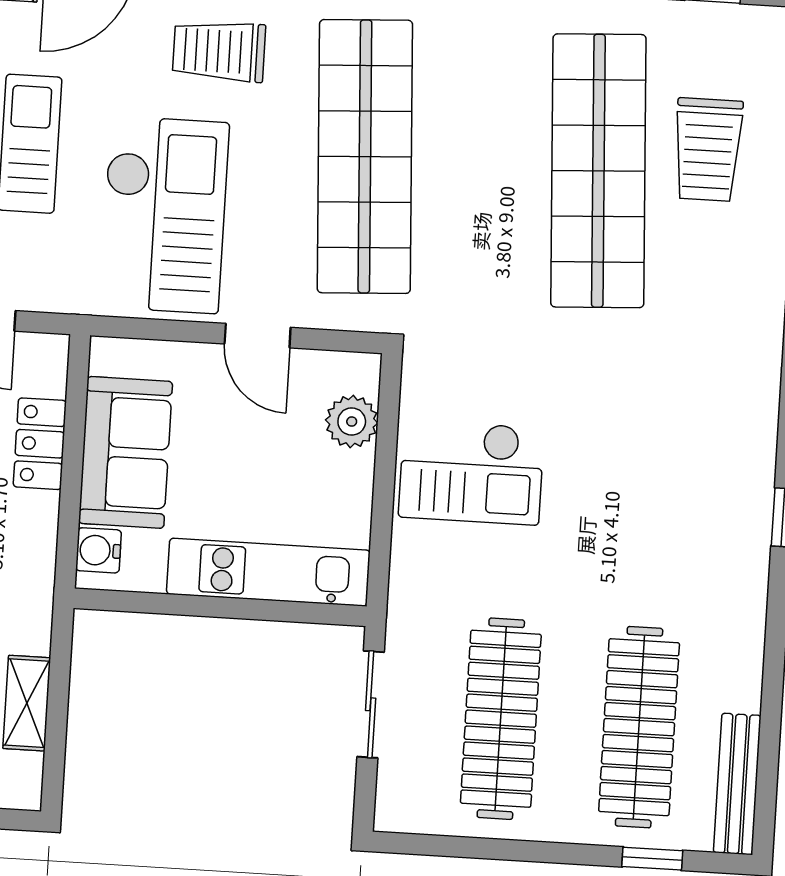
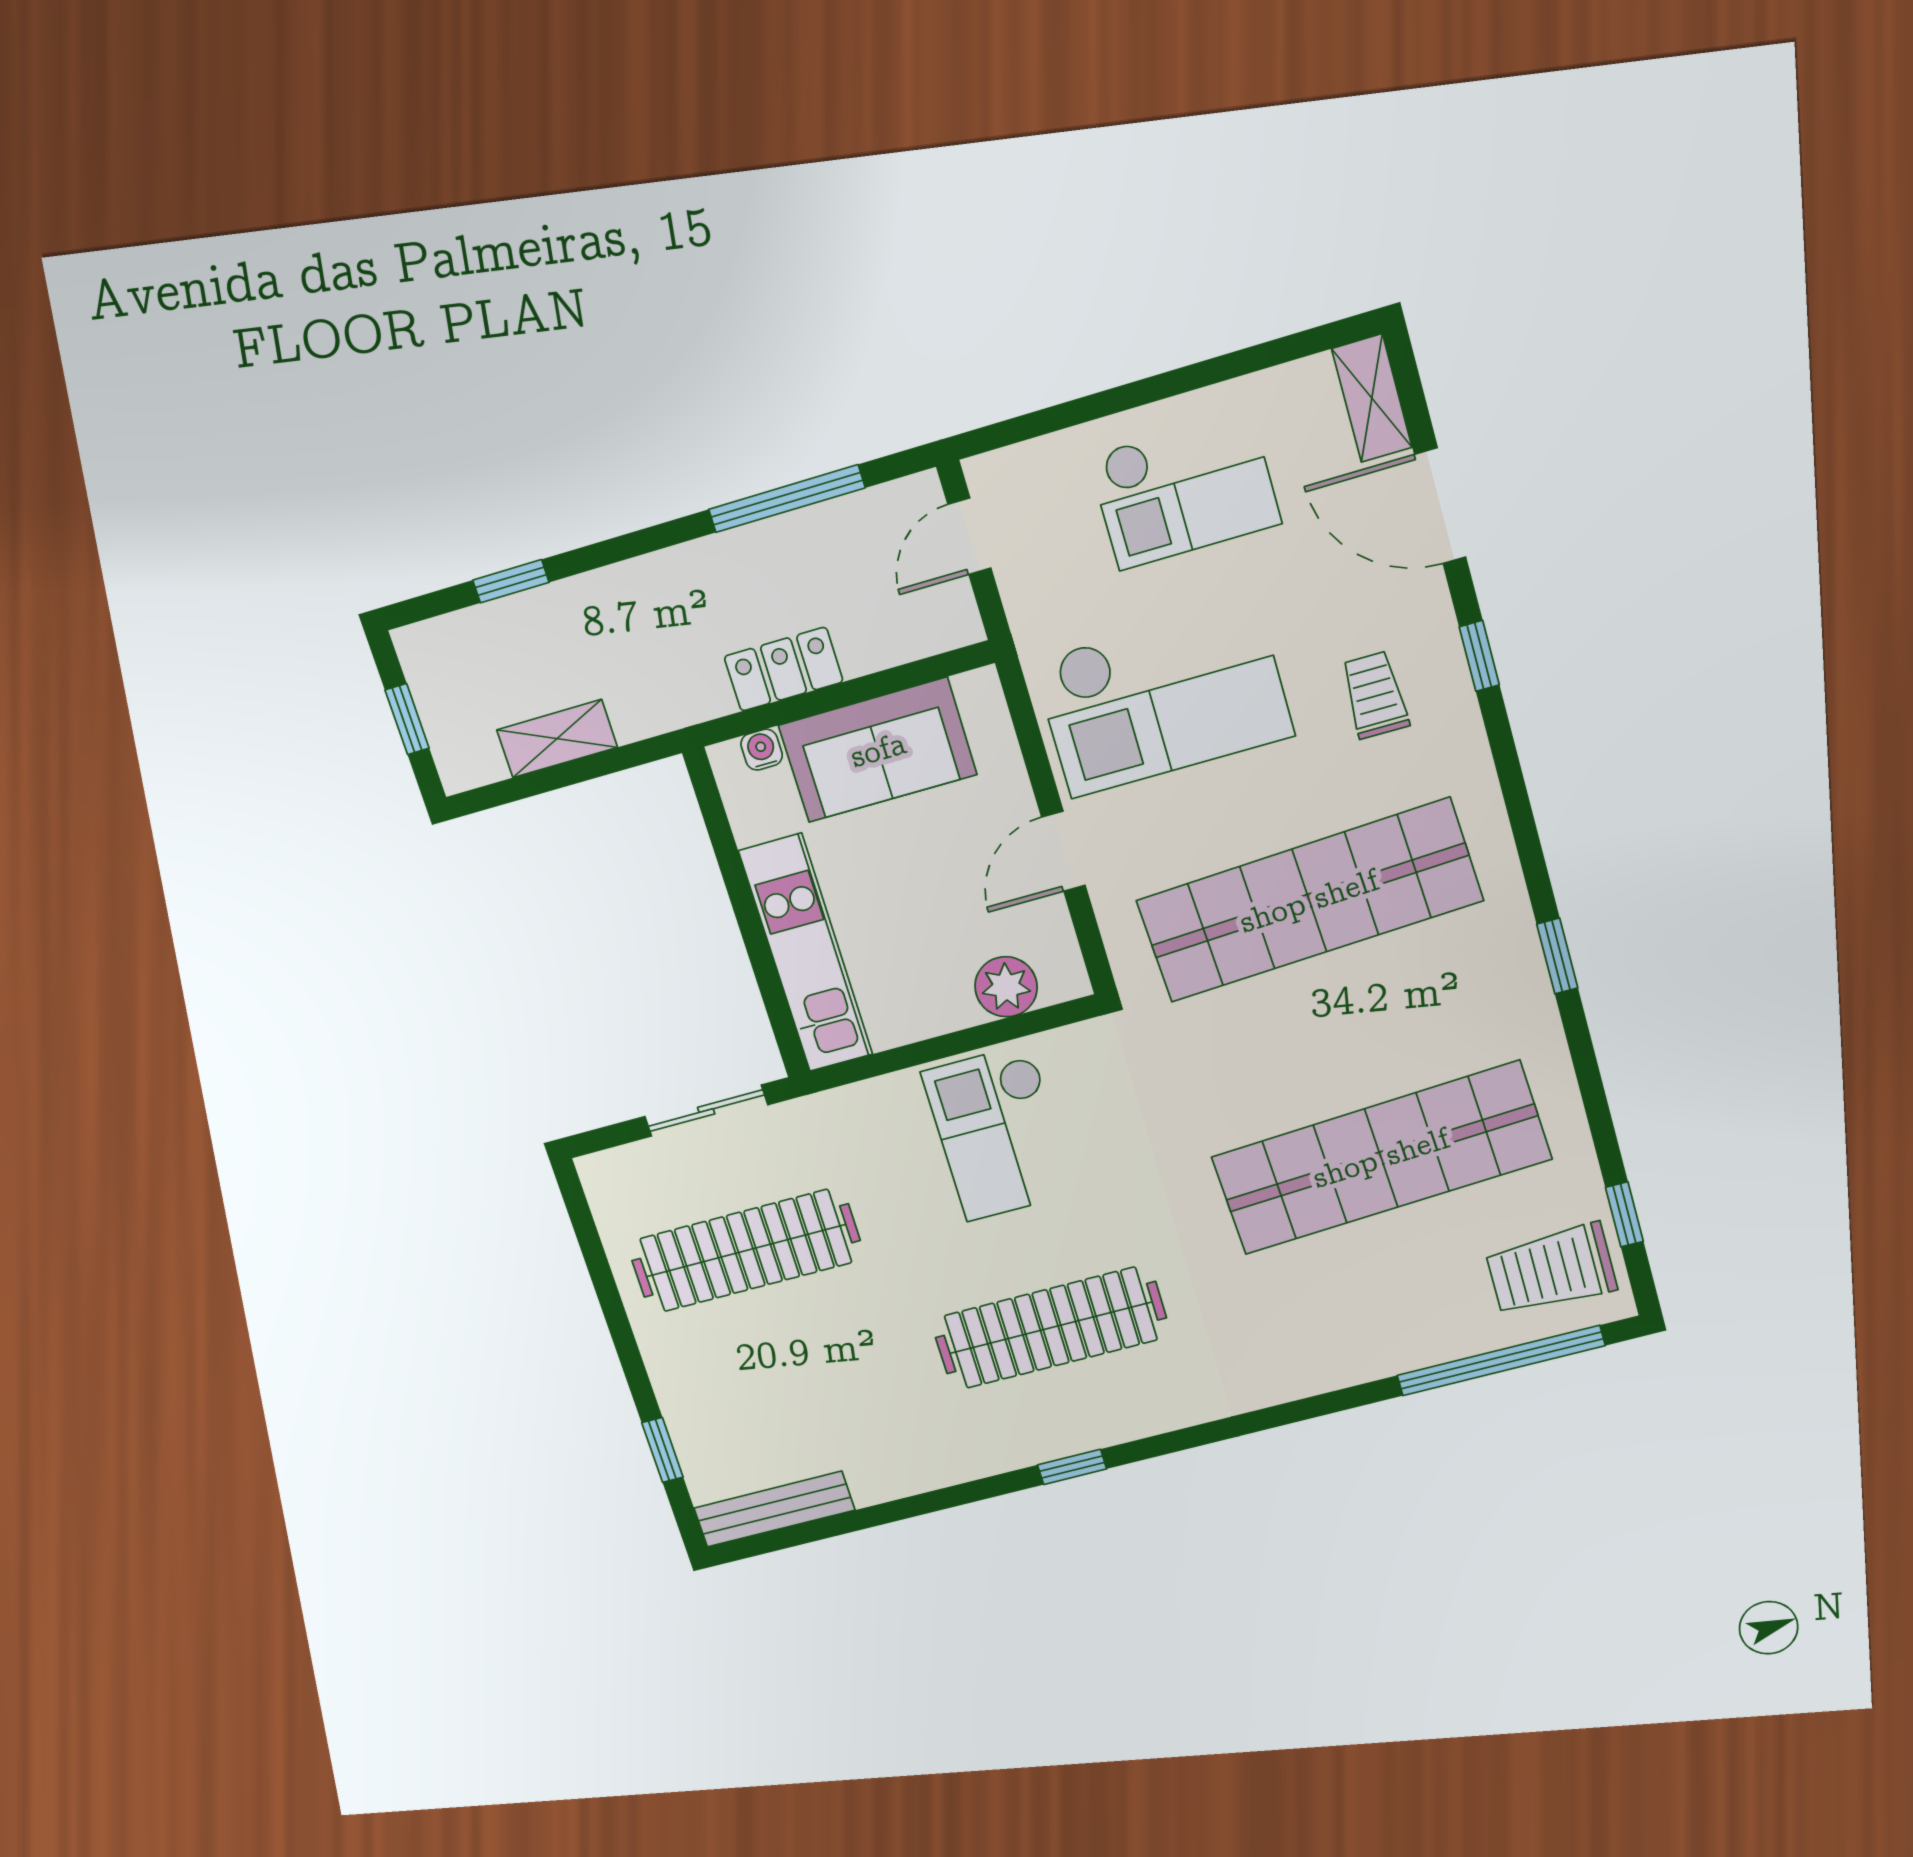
trolley: (219, 51) -> (1375, 695), width x0.73, depth x0.72
trolley: (708, 150) -> (1551, 1270), moved
locker: (40, 444) -> (784, 669), moved
water cooler: (99, 550) -> (762, 750), width x0.72, depth x0.72
clothes rail: (639, 727) -> (1051, 1328), moved

